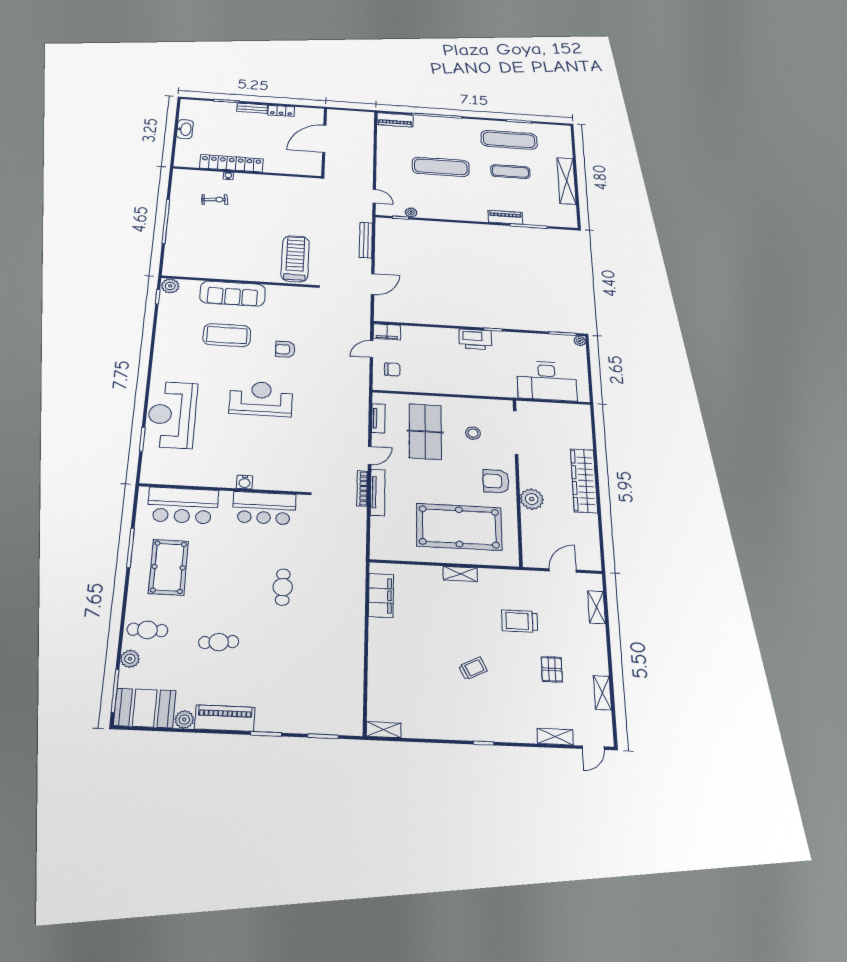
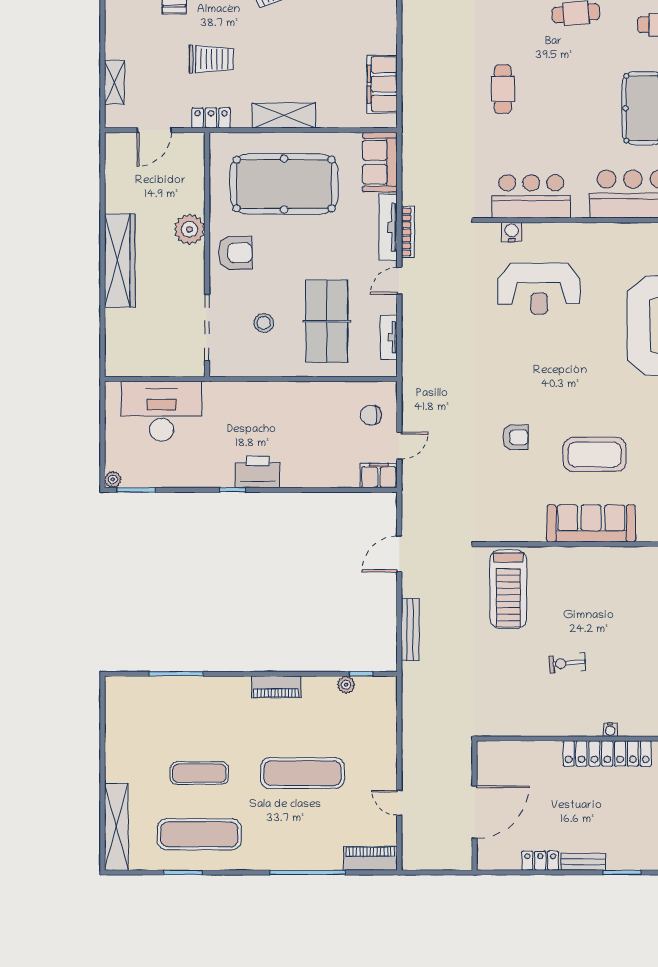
shelving: (567, 181) -> (116, 827), moved
door: (374, 196) -> (399, 803), moved
exercise bike: (215, 200) -> (567, 663), moved
piano: (505, 217) -> (276, 687), moved
reception desk: (261, 399) -> (539, 289), moved
water cooler: (245, 482) -> (512, 232), moved
sofa: (384, 538) -> (380, 162), added
shelving: (460, 574) -> (284, 116), width x1.50, depth x1.33
locker: (518, 577) -> (211, 118), added

